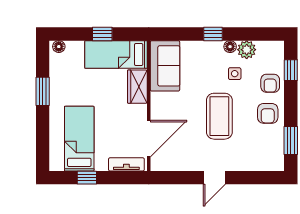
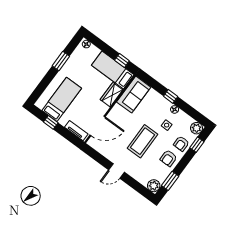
window: (102, 34) -> (122, 60), moved
plant: (247, 50) -> (197, 128), moved
plant: (275, 162) -> (154, 186), added

